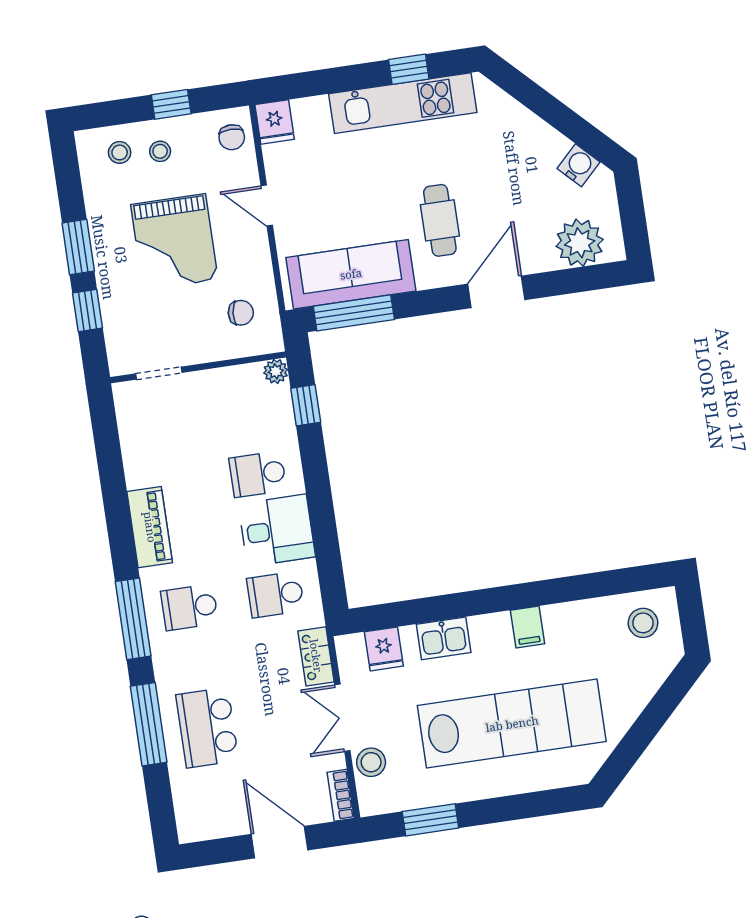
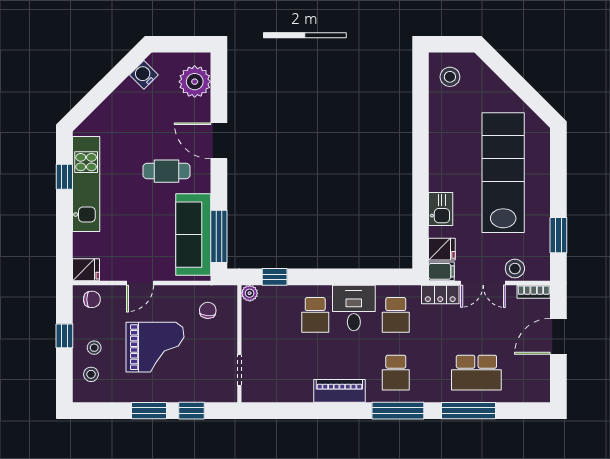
filing cabinet: (527, 627) -> (441, 271), moved

